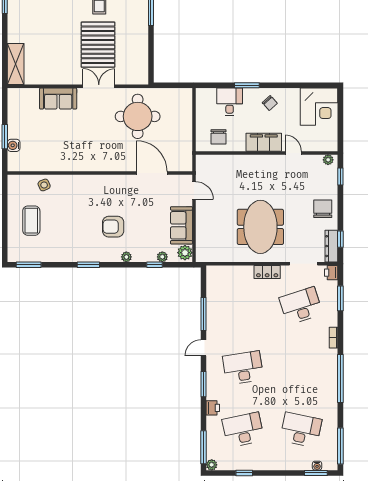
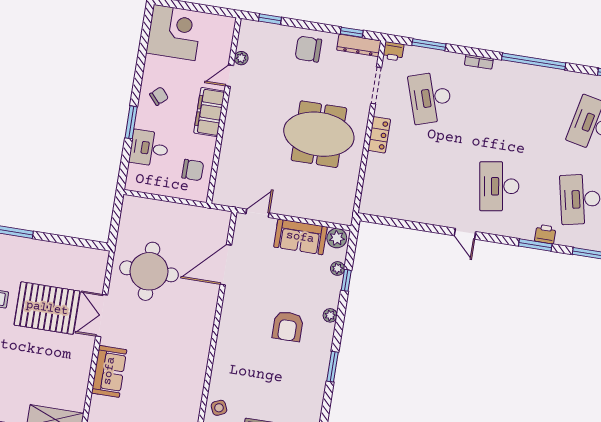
plant: (328, 160) -> (241, 58), moved
window: (204, 314) -> (421, 227), removed
window: (204, 384) -> (535, 245), moved

